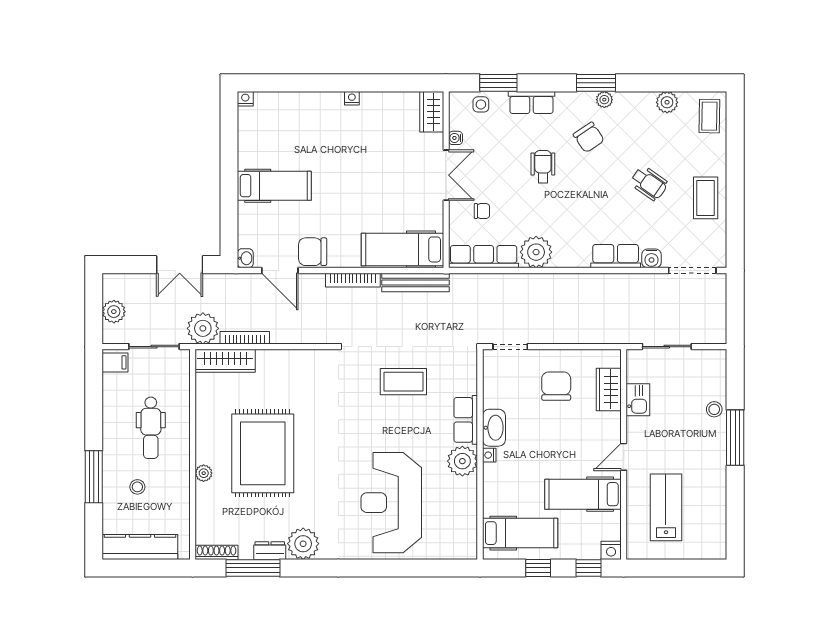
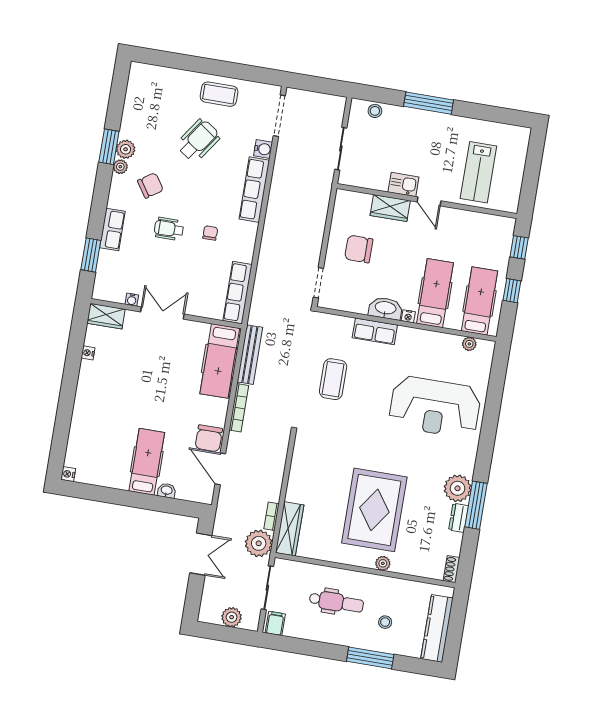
window: (596, 83) -> (109, 147), moved
nightstand: (352, 98) -> (88, 353), moved
plant: (667, 102) -> (126, 149), moved
side table: (481, 104) -> (107, 273), removed
coffee table: (709, 116) -> (149, 79), removed
wheelchair: (649, 183) -> (198, 140), width x1.36, depth x1.37
chair: (482, 211) -> (210, 233), moved
plant: (536, 252) -> (241, 247), removed
row of seats: (616, 256) -> (254, 190), width x1.48
washbasin: (245, 258) -> (167, 491), moved
door: (280, 271) -> (220, 469), swing flipped
bookcase: (245, 338) -> (271, 516), width x0.64
wardrobe: (609, 389) -> (390, 208), moved
kitchen sink: (638, 400) -> (403, 185), moved
stool: (714, 409) -> (375, 111), moved
rug: (263, 453) -> (374, 510), turned 90
plant: (462, 461) -> (469, 344), moved, width x0.53, depth x0.53
hospital bed: (583, 494) -> (435, 293), moved, turned 180
lab bench: (666, 507) -> (478, 172), turned -90
nightstand: (611, 550) -> (507, 226), removed
shoe rack: (216, 552) -> (452, 569), width x0.70
window: (253, 568) -> (476, 505), moved

